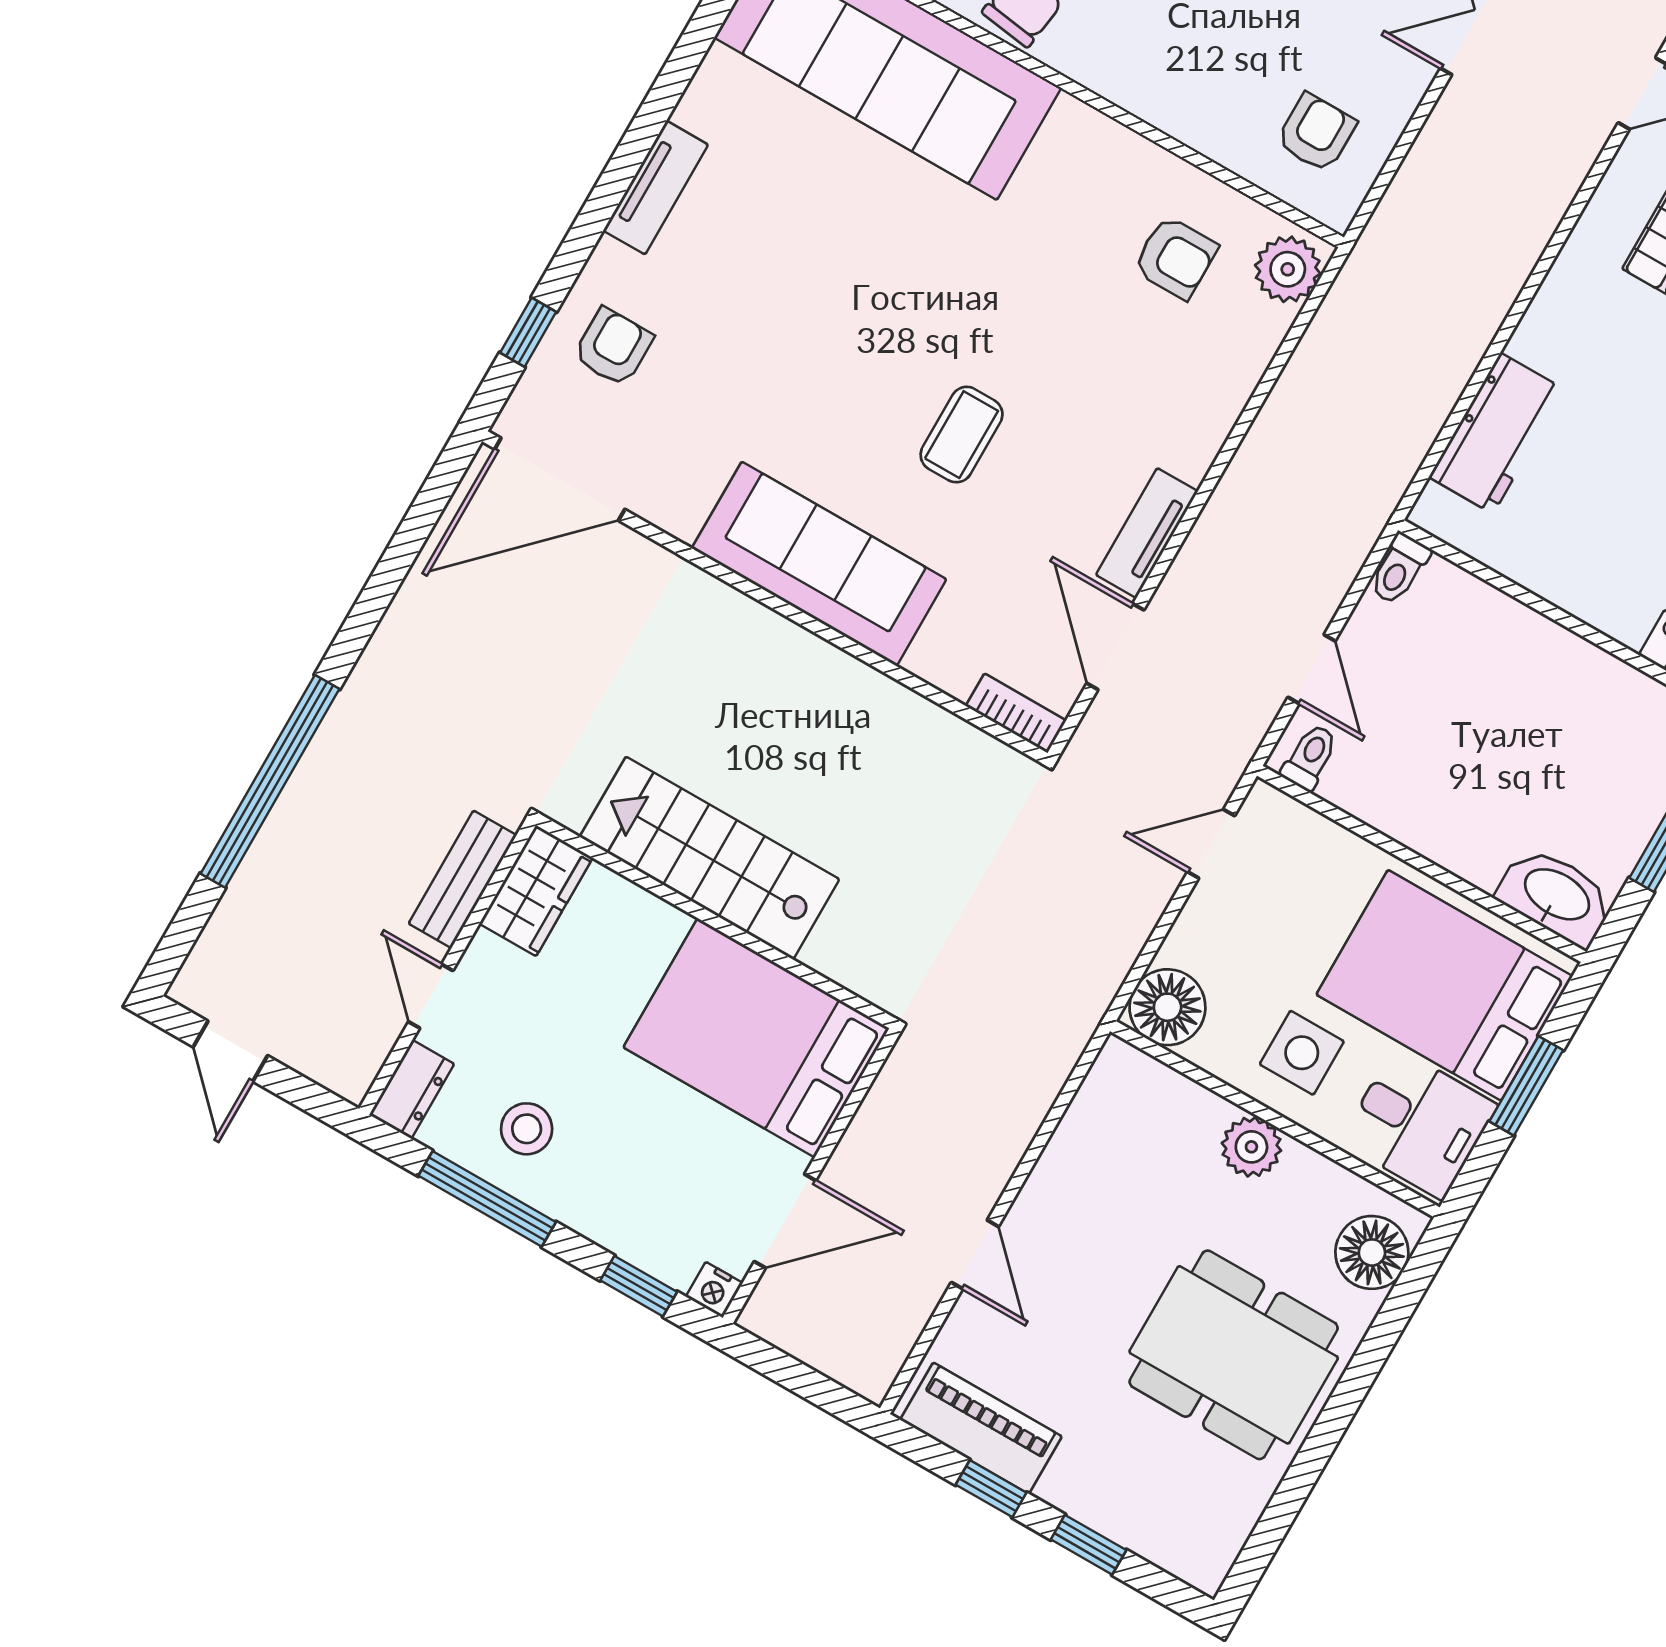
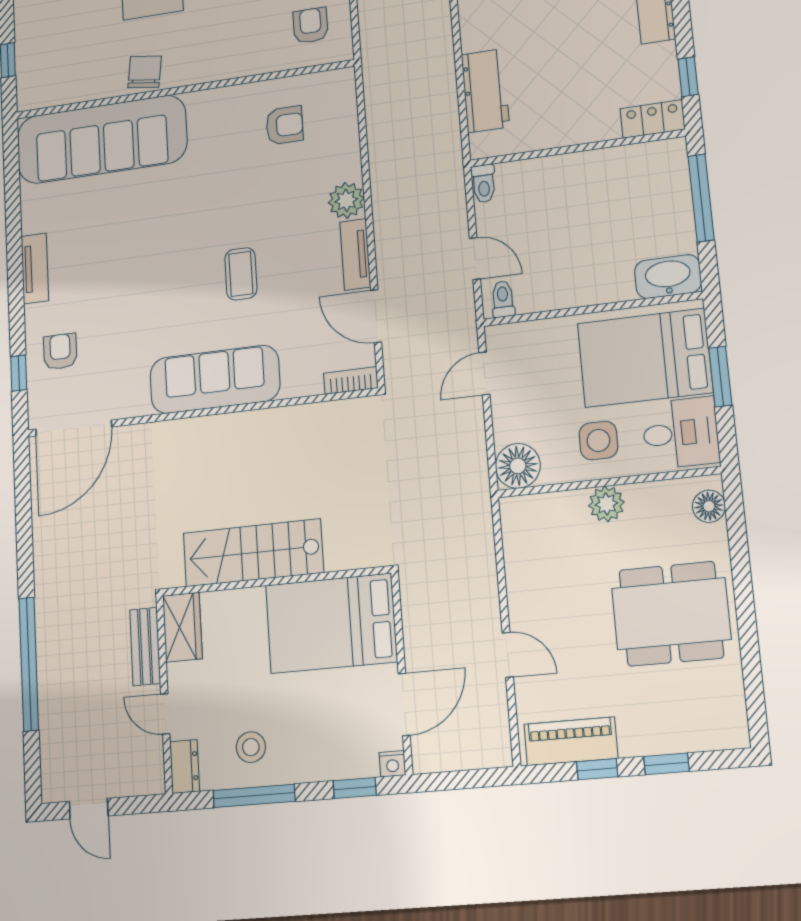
plant: (1288, 269) -> (346, 200), moved
floor lamp: (1372, 1252) -> (709, 506), width x0.73, depth x0.73

